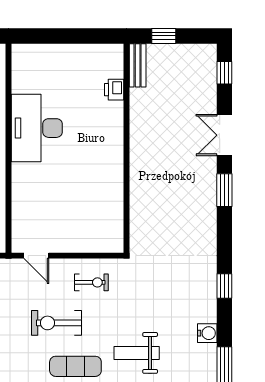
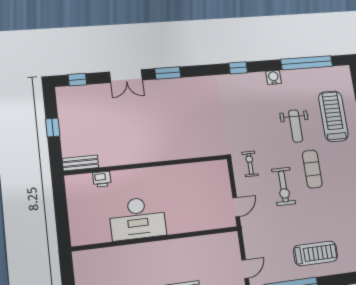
bench: (138, 65) -> (80, 163), moved
printer: (114, 90) -> (102, 179), moved
wall: (126, 148) -> (147, 165), moved

